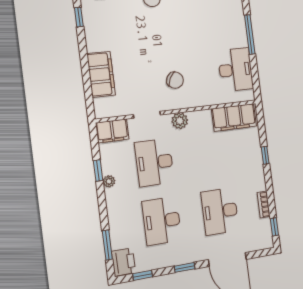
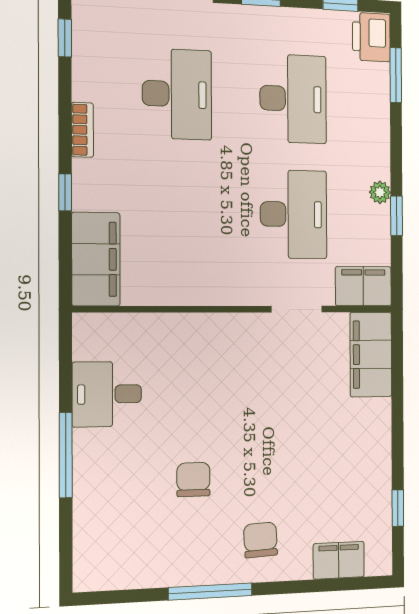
desk: (235, 70) -> (107, 394), width x0.73
filing cabinet: (101, 74) -> (371, 354), moved
chair: (175, 80) -> (193, 480), moved, turned 61
filing cabinet: (234, 117) -> (96, 259), moved, turned 90
plant: (180, 121) -> (235, 289), removed
bookcase: (264, 204) -> (82, 130), moved

